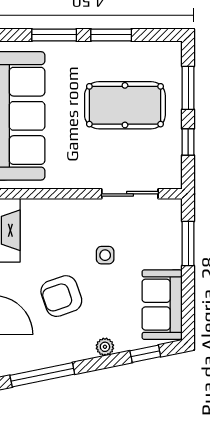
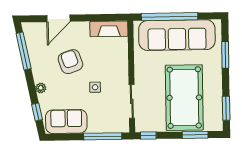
window: (111, 35) -> (226, 108), moved
pool table: (125, 105) -> (184, 98), width x1.36, depth x1.32
window: (188, 142) -> (148, 136), moved
window: (188, 244) -> (103, 136), width x1.44

